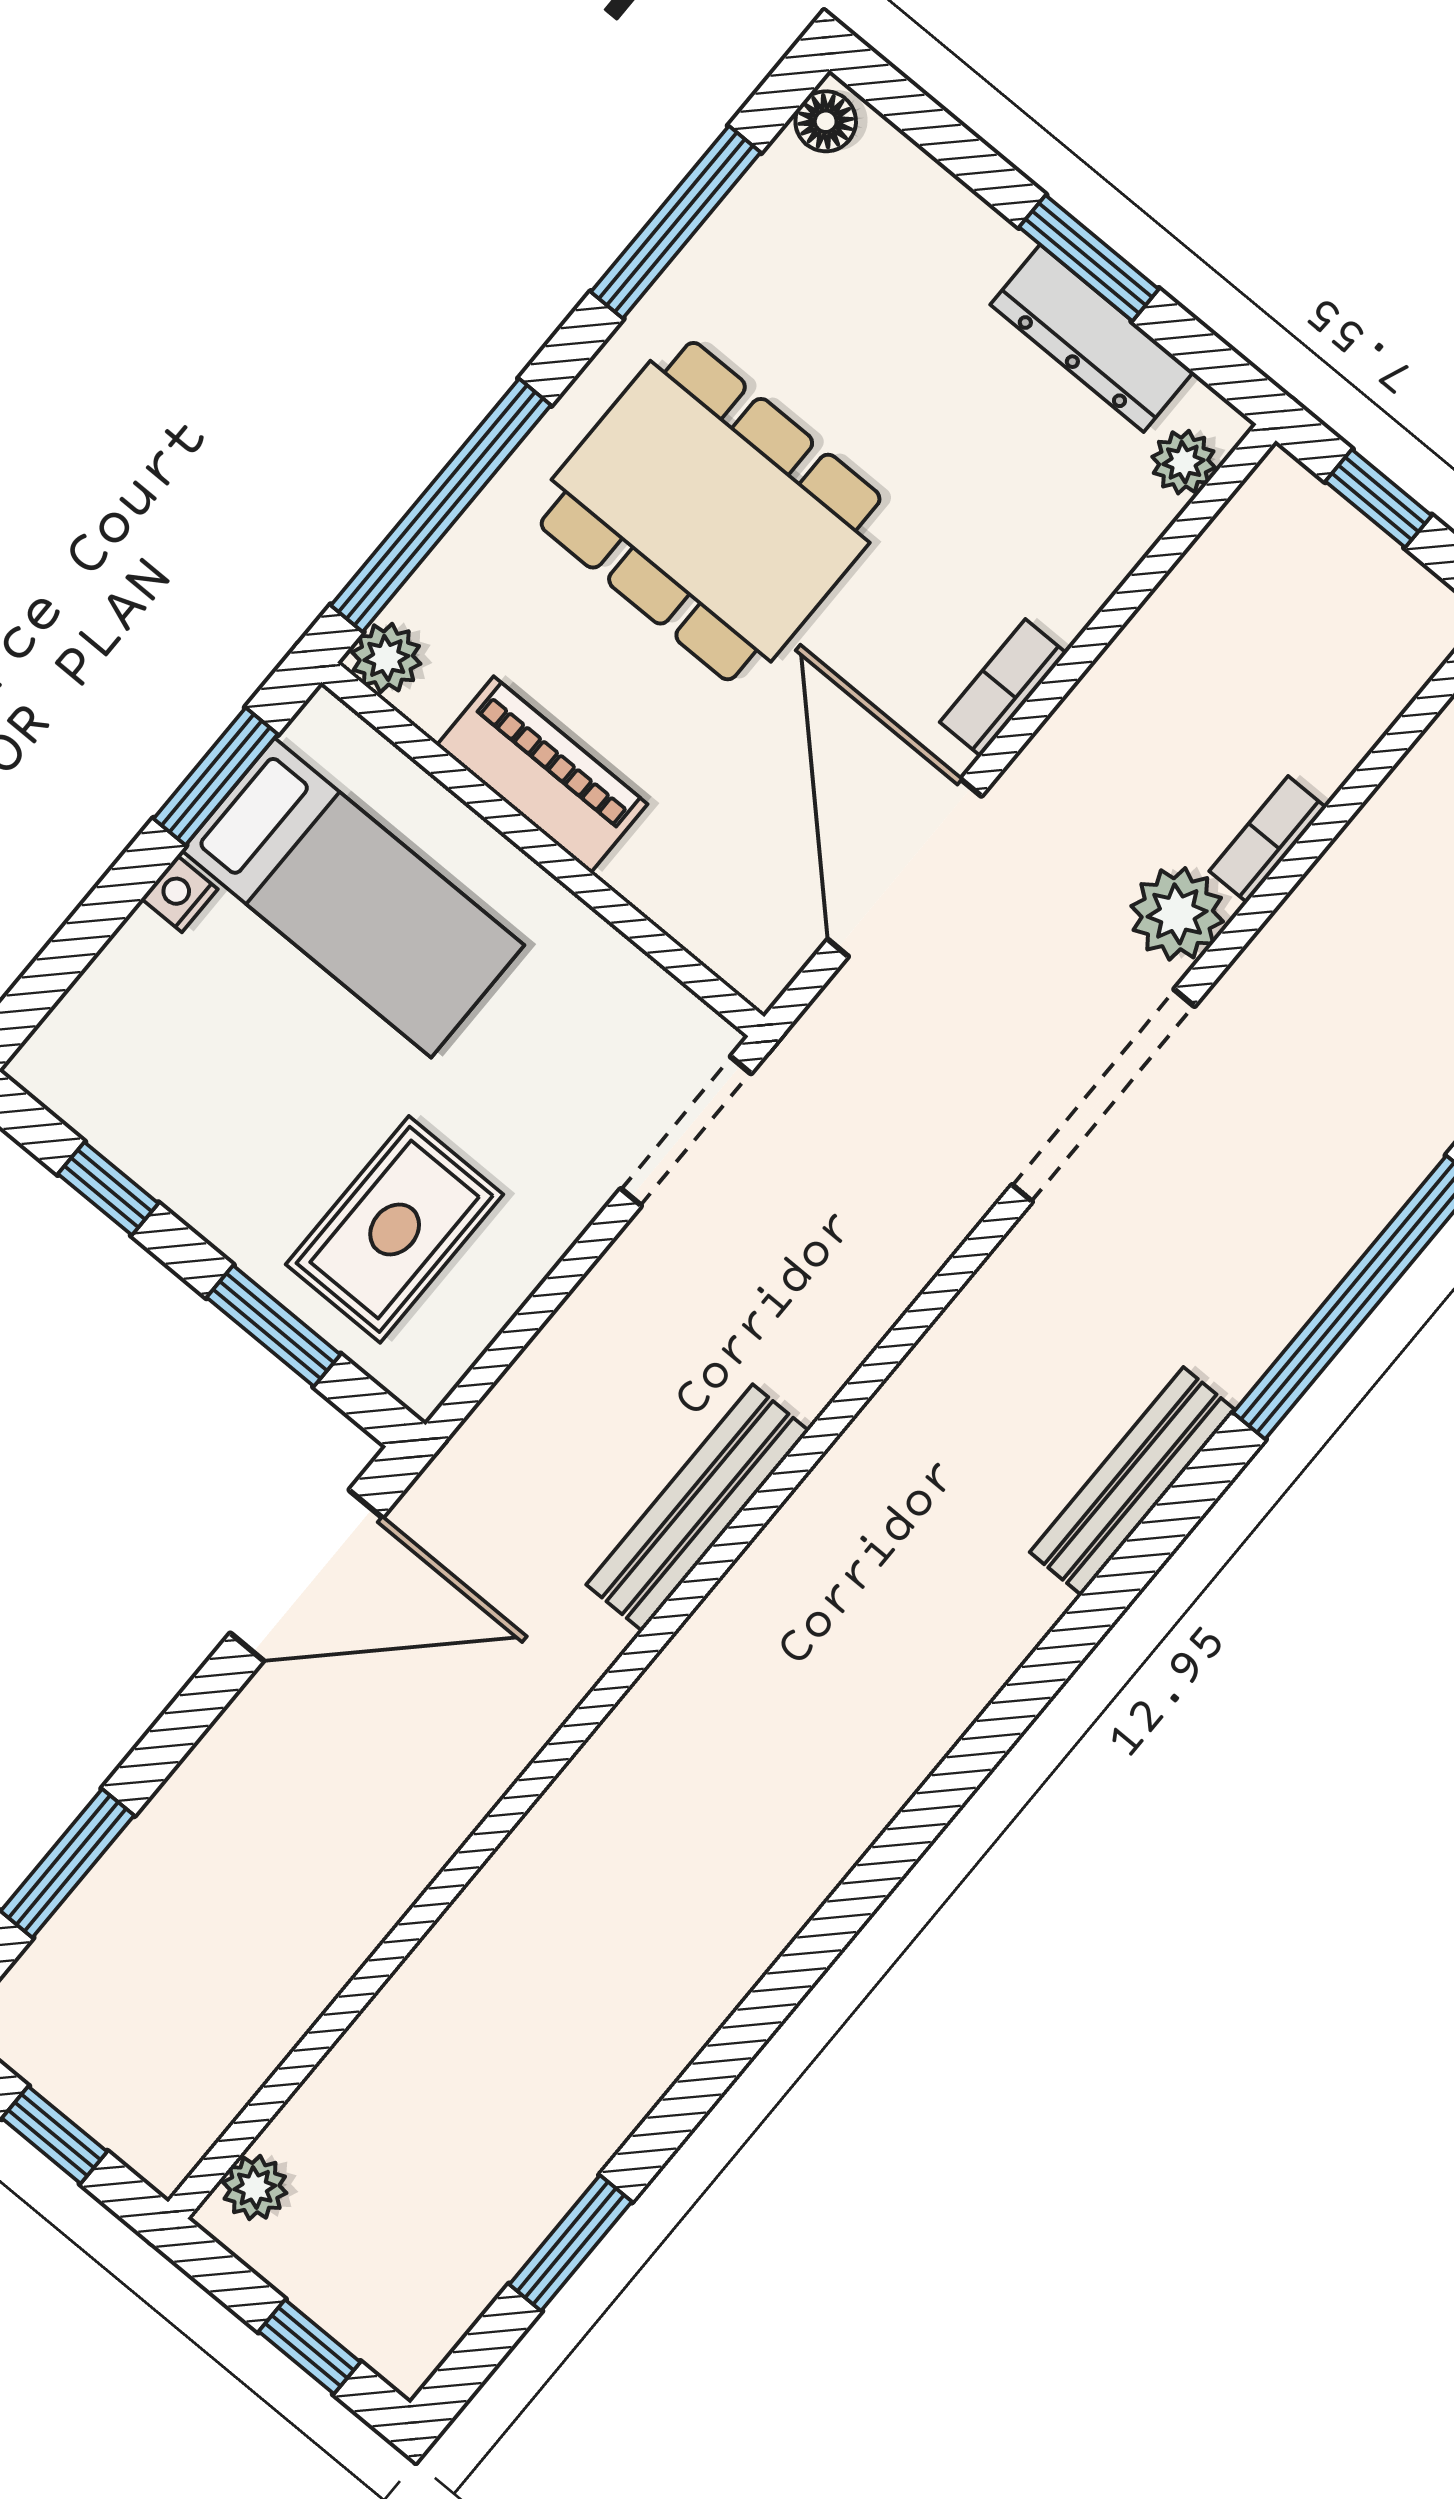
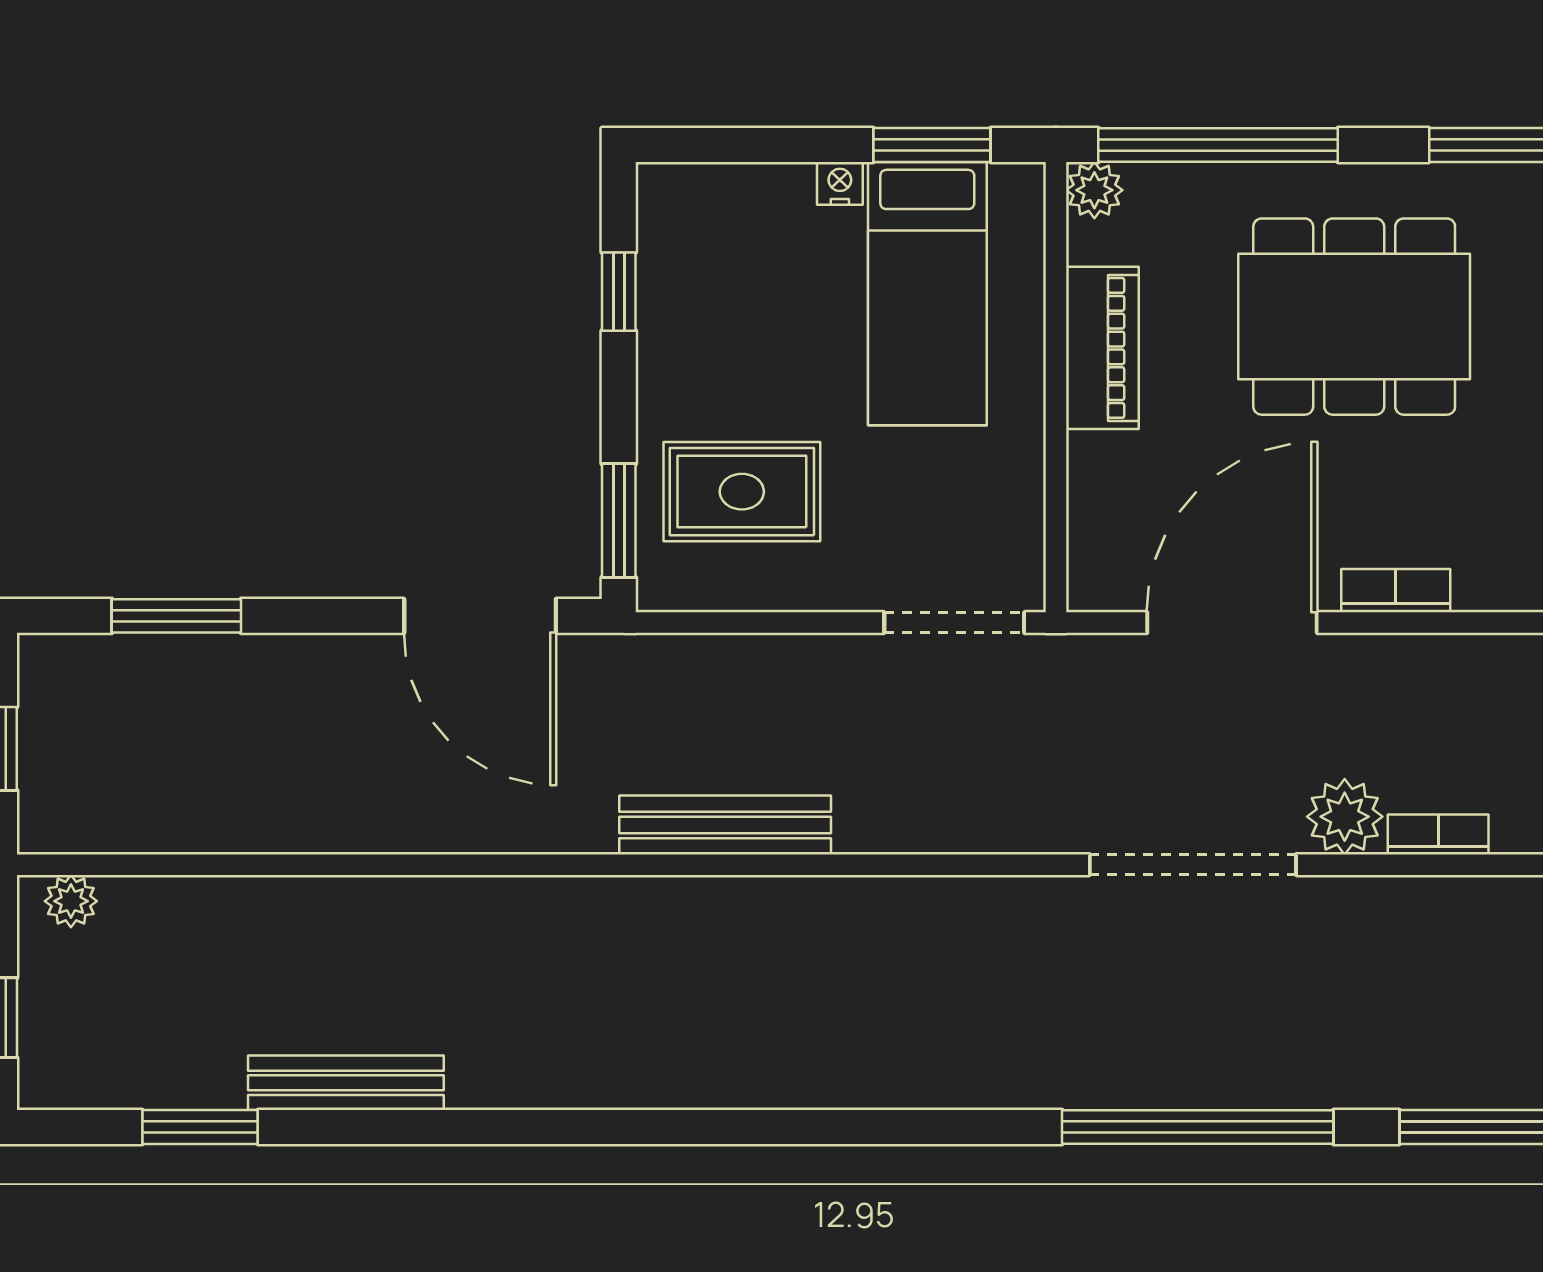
dining table: (711, 511) -> (1354, 317), turned 90
window: (273, 1326) -> (619, 521), moved
bench: (1132, 1481) -> (346, 1083), moved

